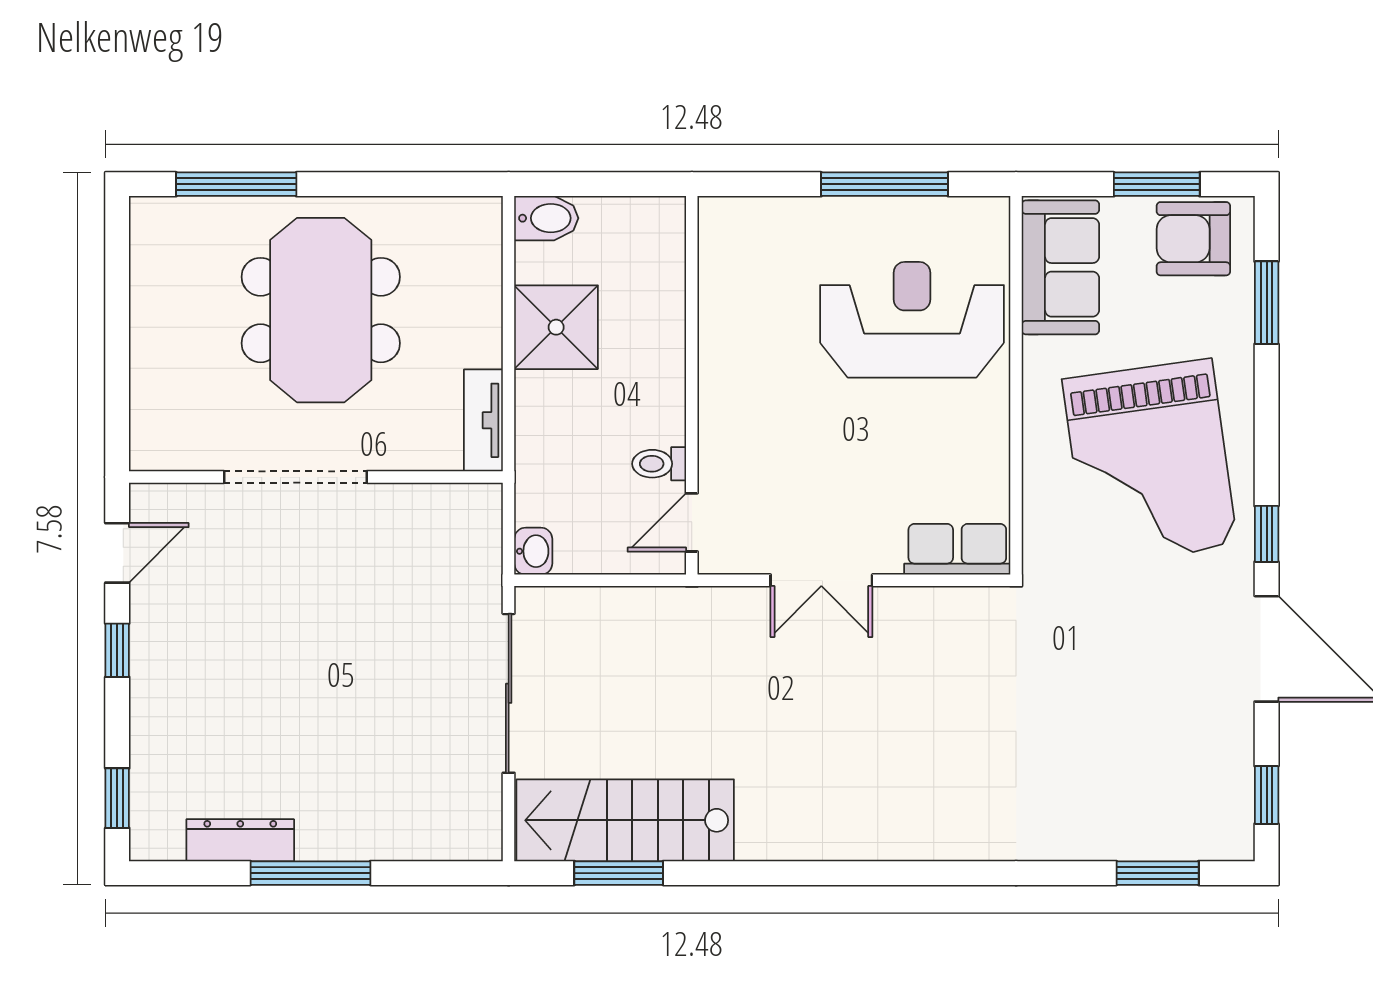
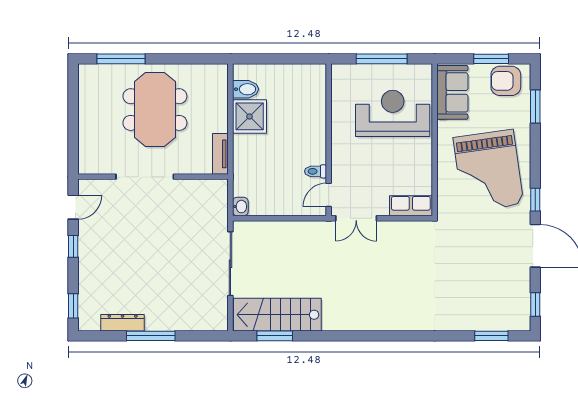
bidet: (546, 218) -> (246, 89), moved
wall: (692, 385) -> (329, 140), moved
toilet: (659, 464) -> (316, 171), moved
door: (692, 522) -> (329, 195), moved

